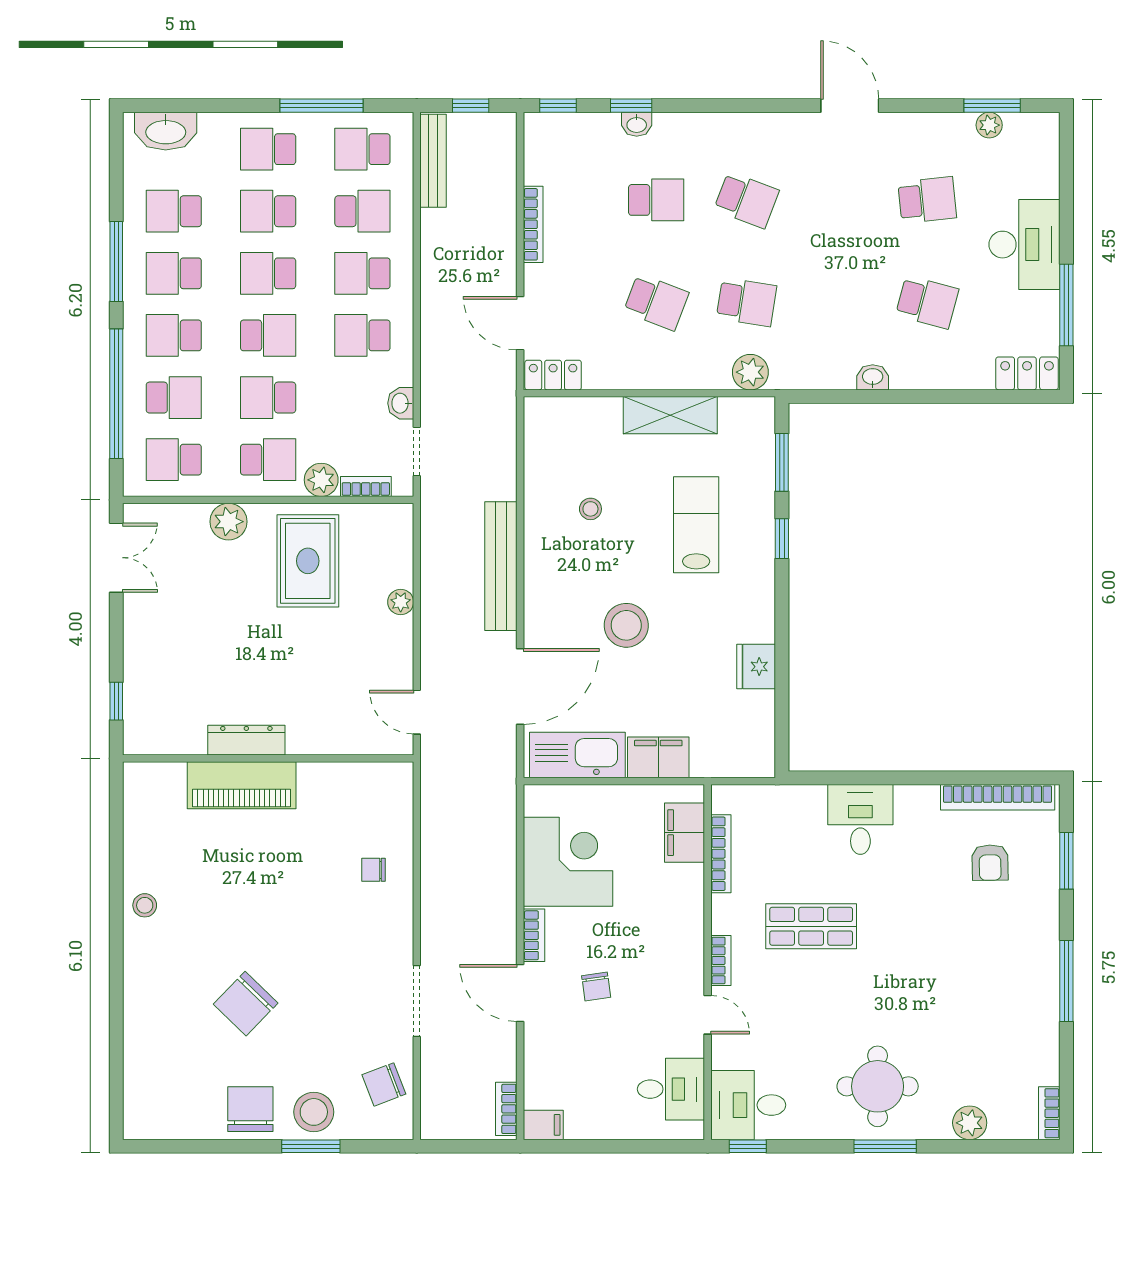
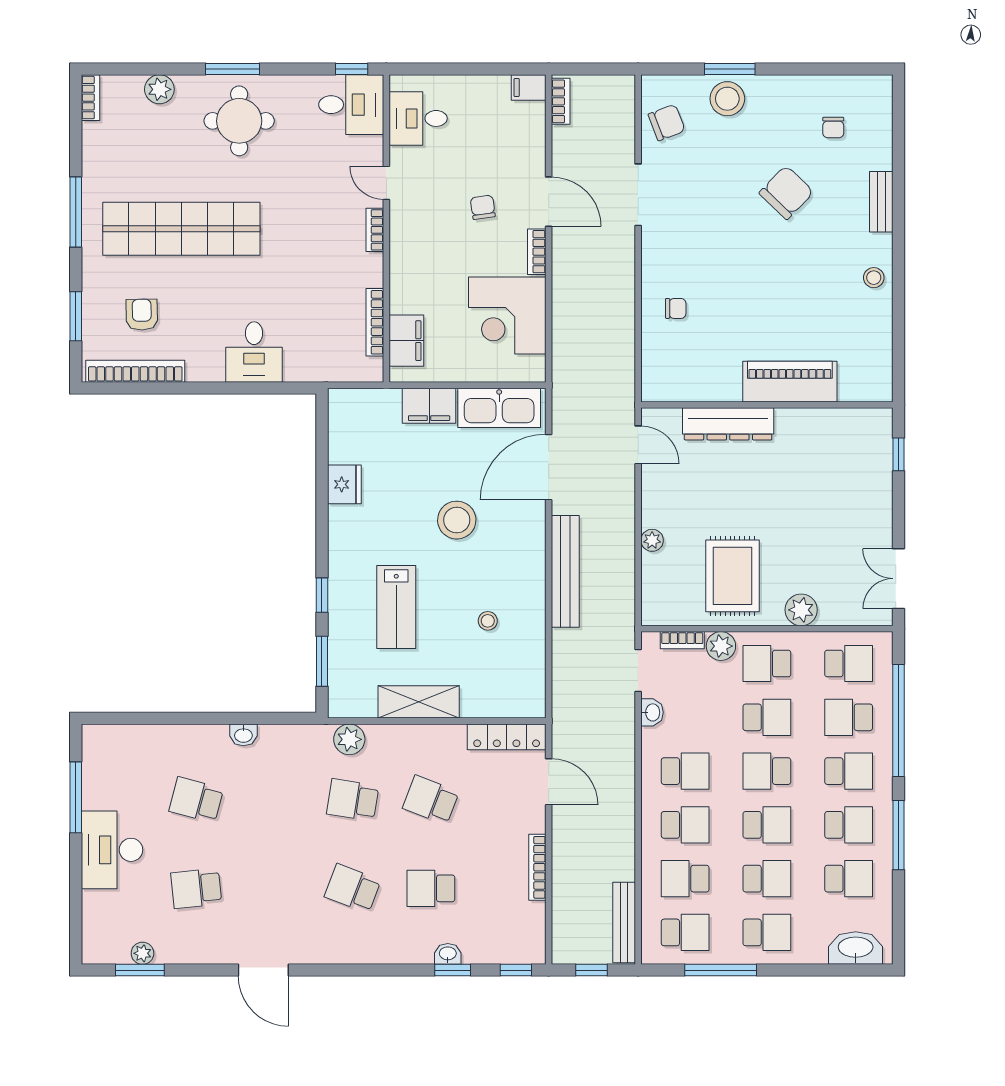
locker: (1027, 373) -> (110, 738), removed
locker: (553, 375) -> (507, 737), width x1.53
dresser: (246, 740) -> (728, 424), moved, width x1.37, depth x1.24
shop shelf: (811, 926) -> (181, 229), moved, width x2.00, depth x1.36
bench: (136, 993) -> (881, 202), added
chair: (250, 1109) -> (833, 127), moved, width x0.54, depth x0.54

